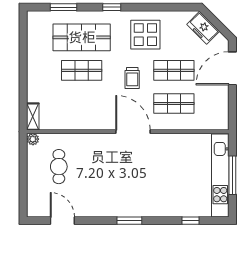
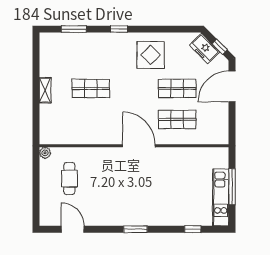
window: (219, 26) -> (220, 47), added
shop shelf: (82, 37) -> (91, 57), removed
trolley: (132, 78) -> (138, 95), removed
shelving: (33, 117) -> (45, 90), moved
kitchen unit: (220, 176) -> (221, 197), width x0.73

